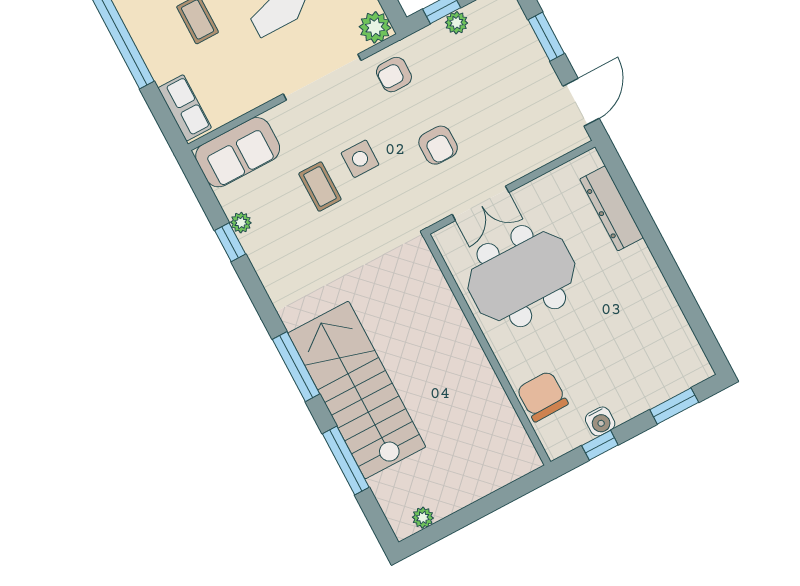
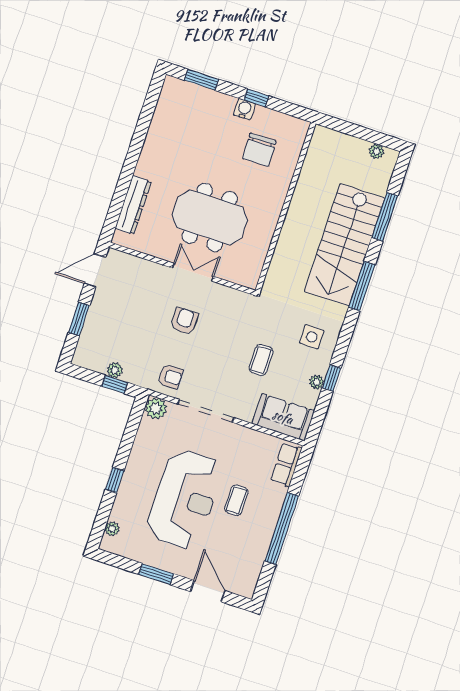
side table: (360, 159) -> (312, 337), moved
wall: (487, 350) -> (286, 207), moved

